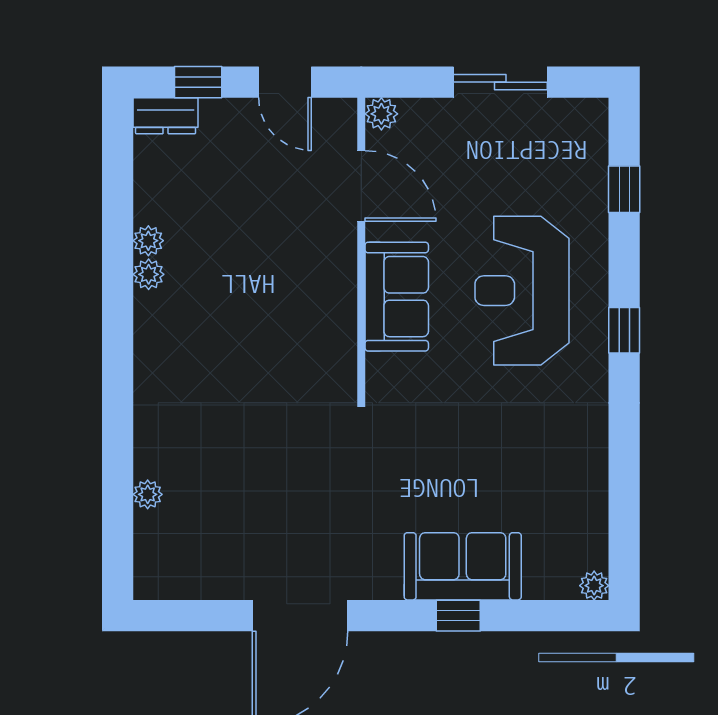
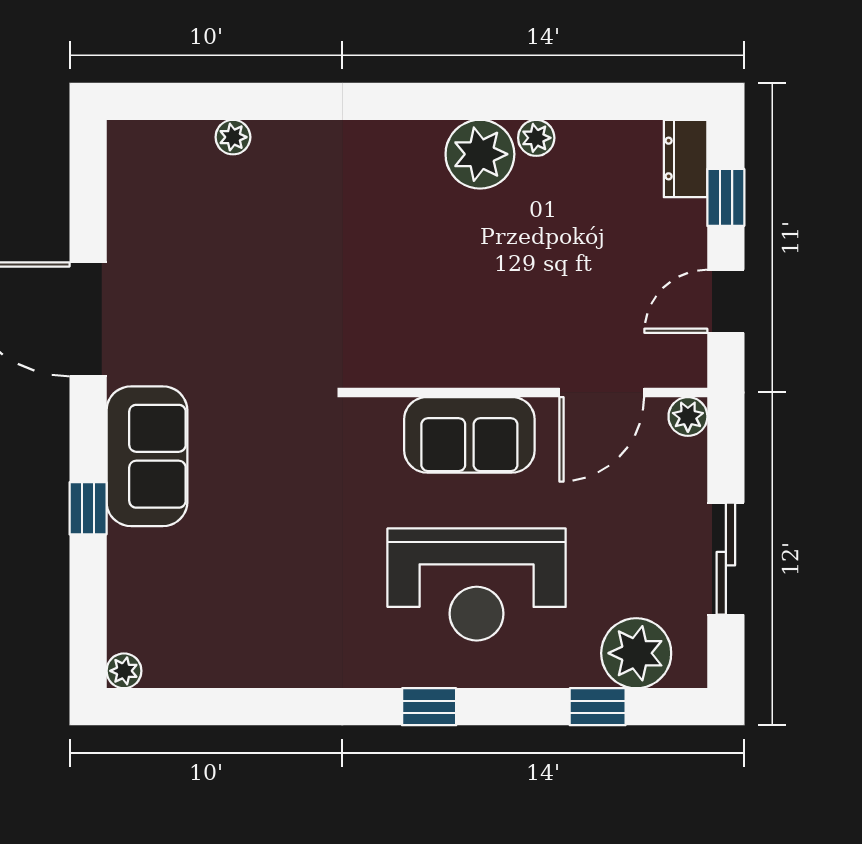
plant: (579, 157) -> (636, 653), added
plant: (149, 274) -> (480, 154), width x1.88, depth x1.88
reception desk: (522, 291) -> (477, 584), turned 180
sofa: (463, 566) -> (147, 456), moved

